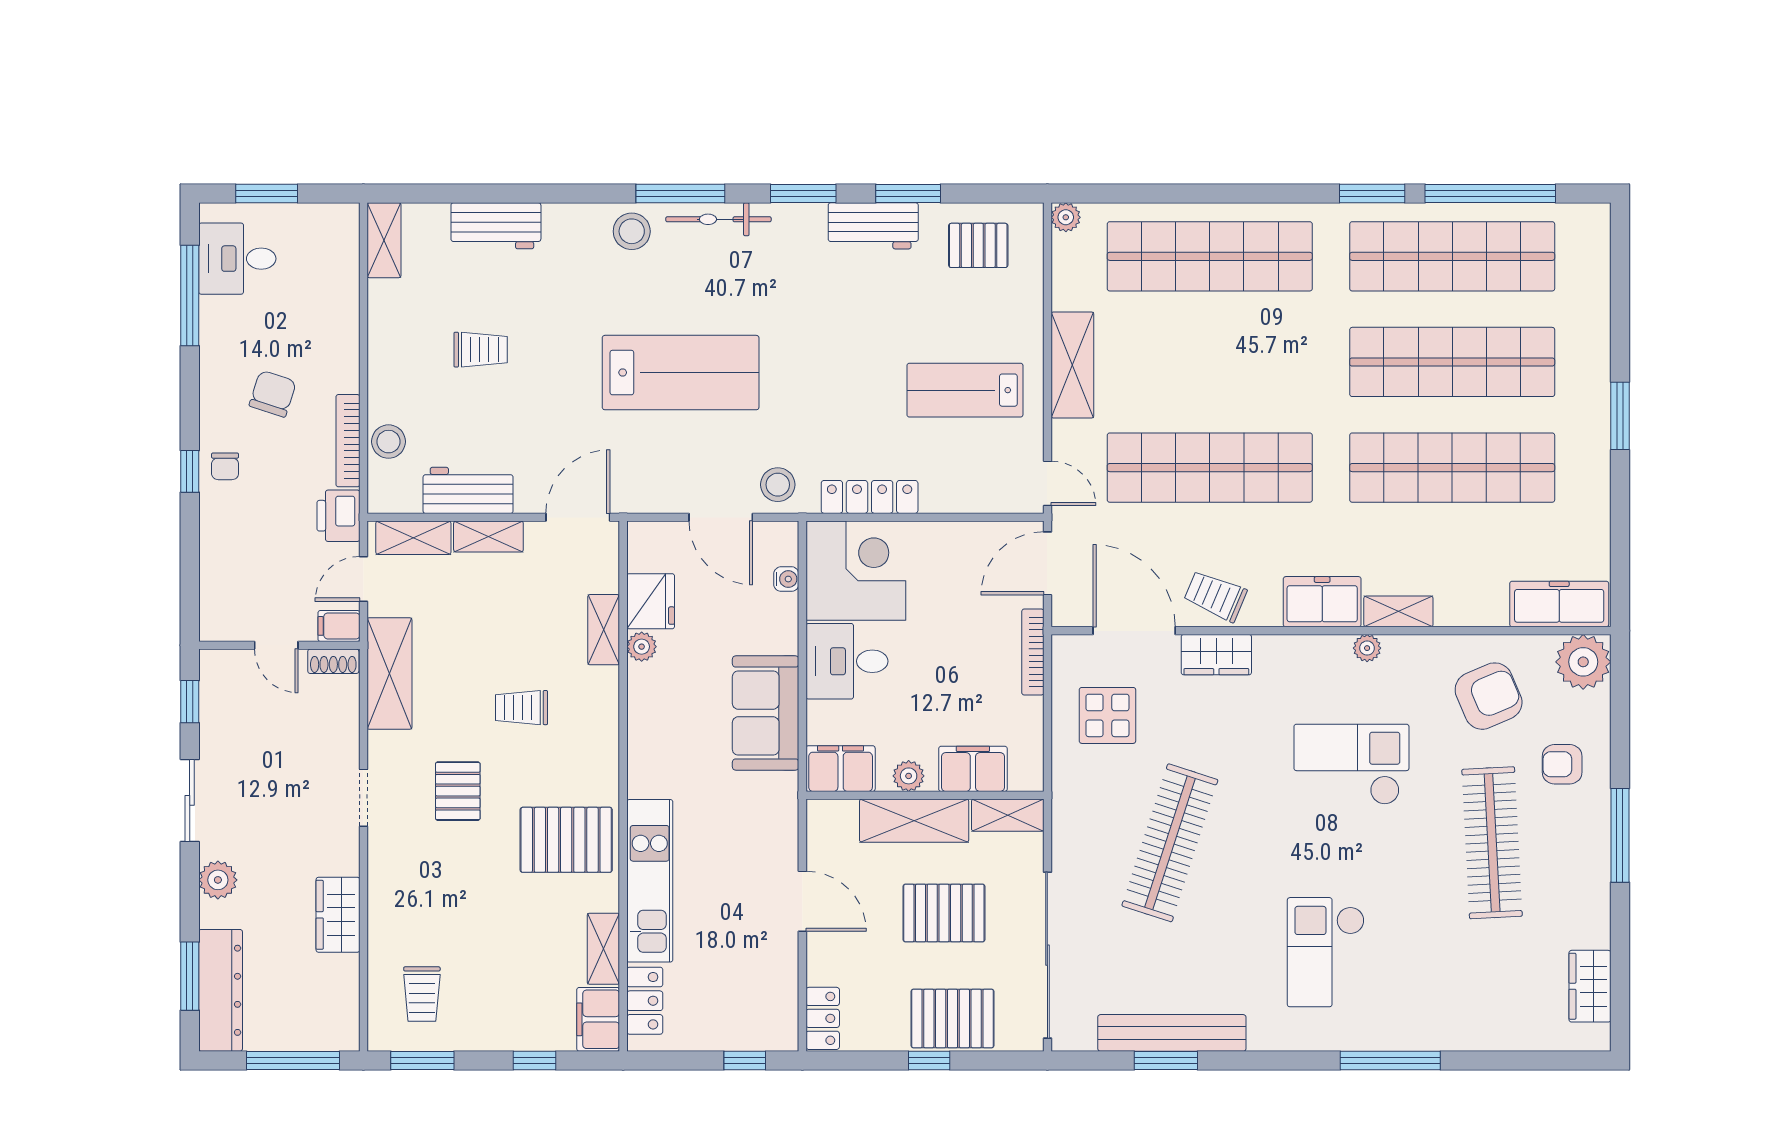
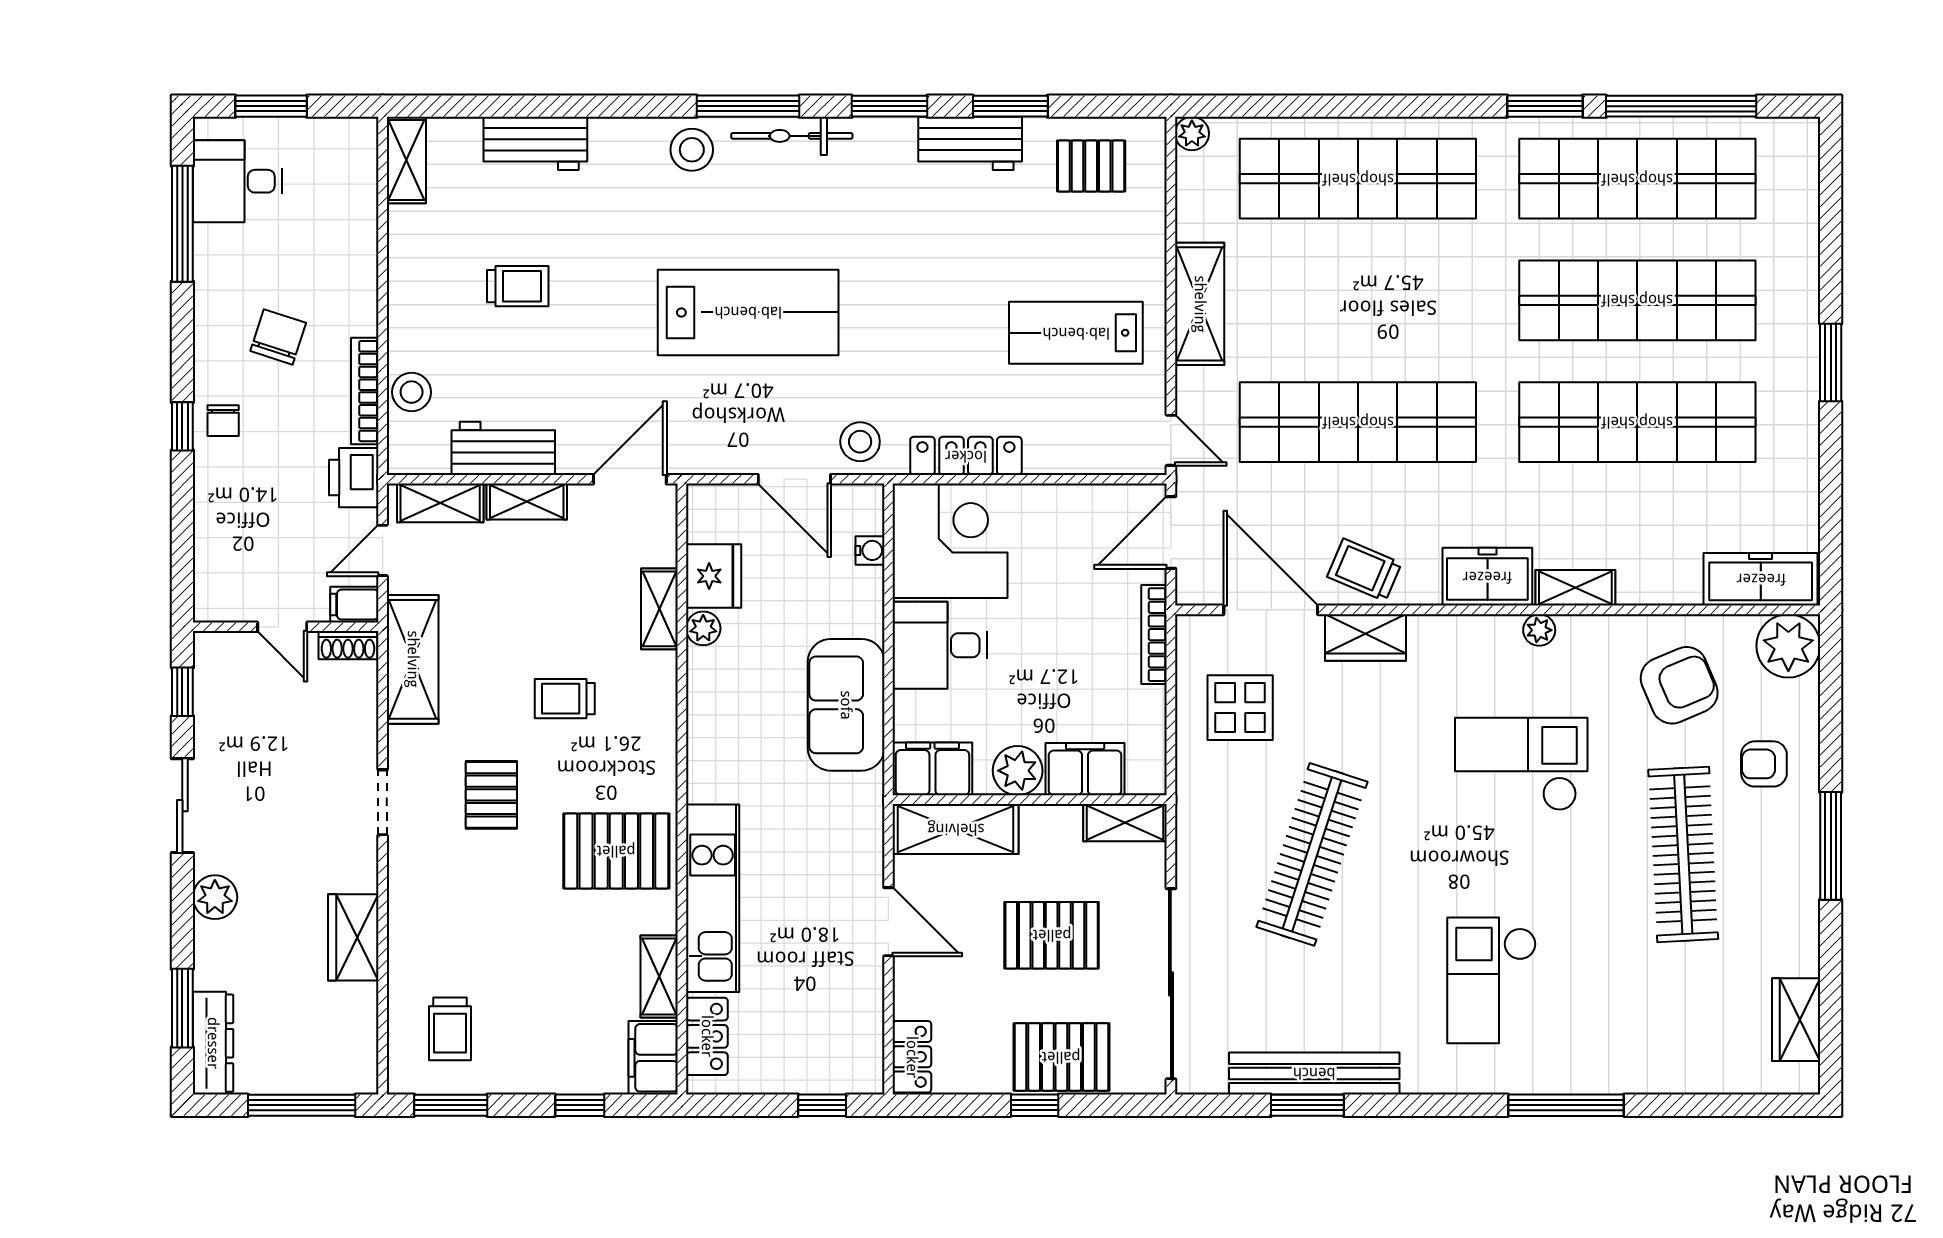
plant: (909, 776) -> (1018, 771), width x1.38, depth x1.38
shelving: (914, 821) -> (956, 829), moved
dresser: (221, 990) -> (213, 1043), width x0.73, depth x0.80

